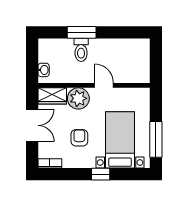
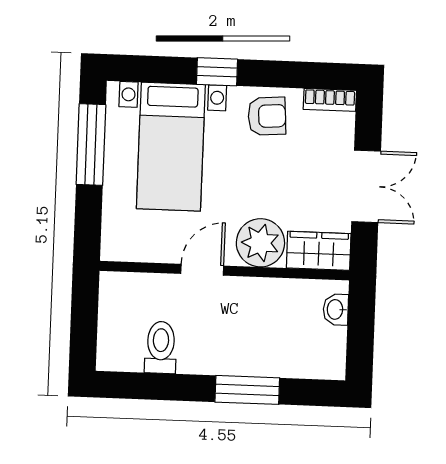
toilet: (81, 50) -> (161, 347), moved
door: (104, 85) -> (202, 270), swing flipped
double door: (32, 125) -> (366, 186), swing flipped
armchair: (79, 138) -> (267, 116), moved, turned -94

